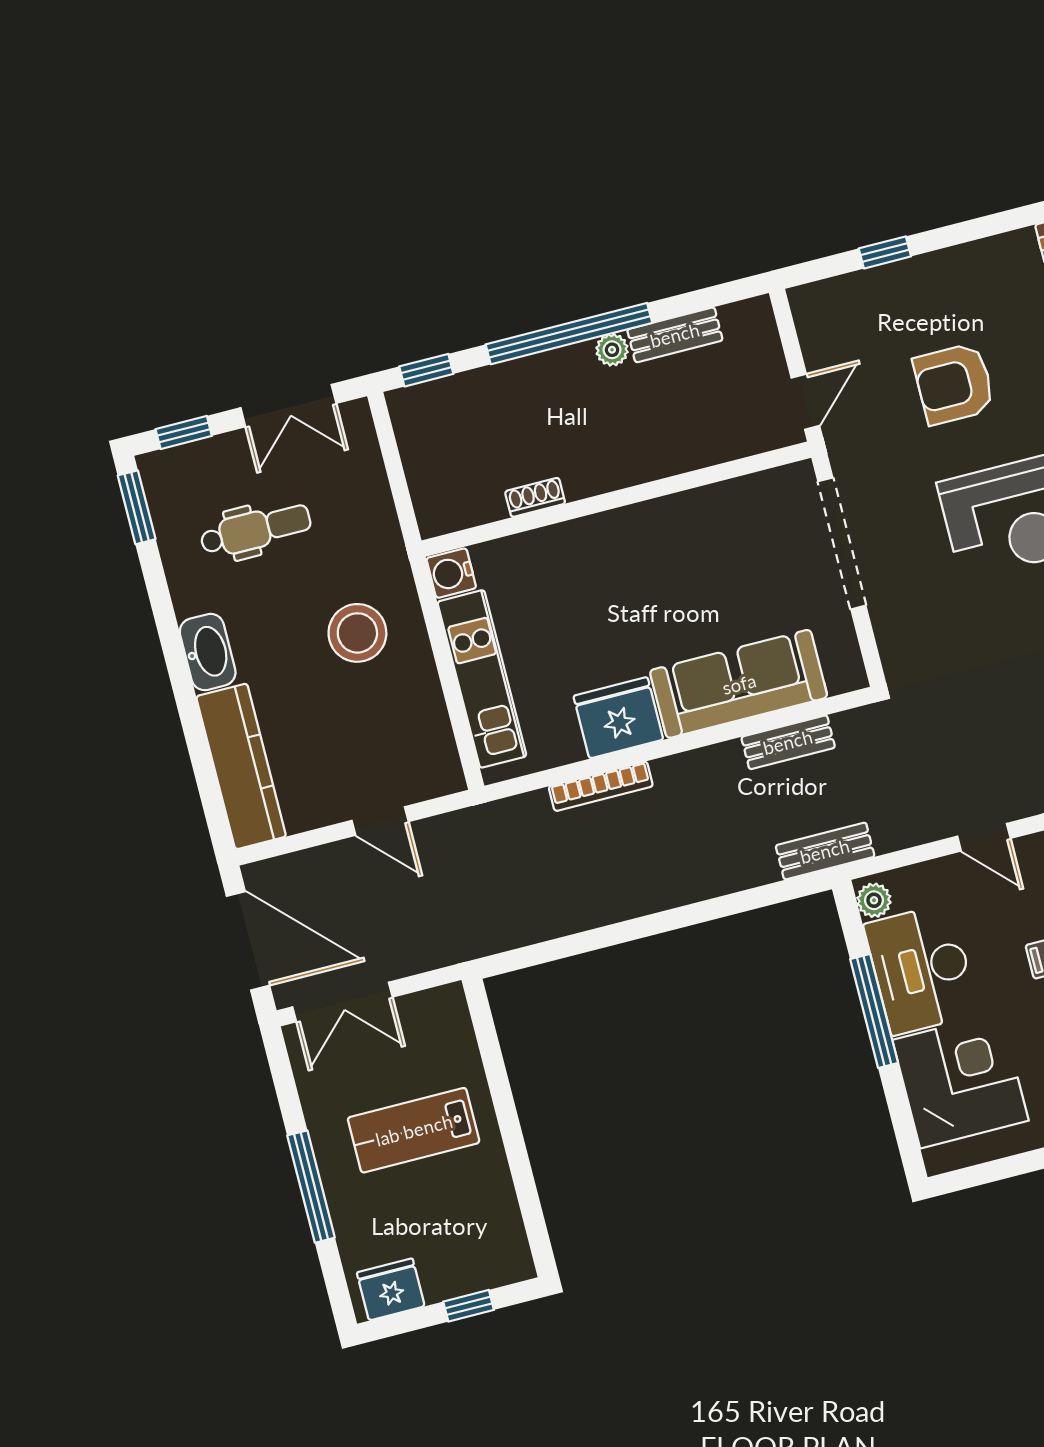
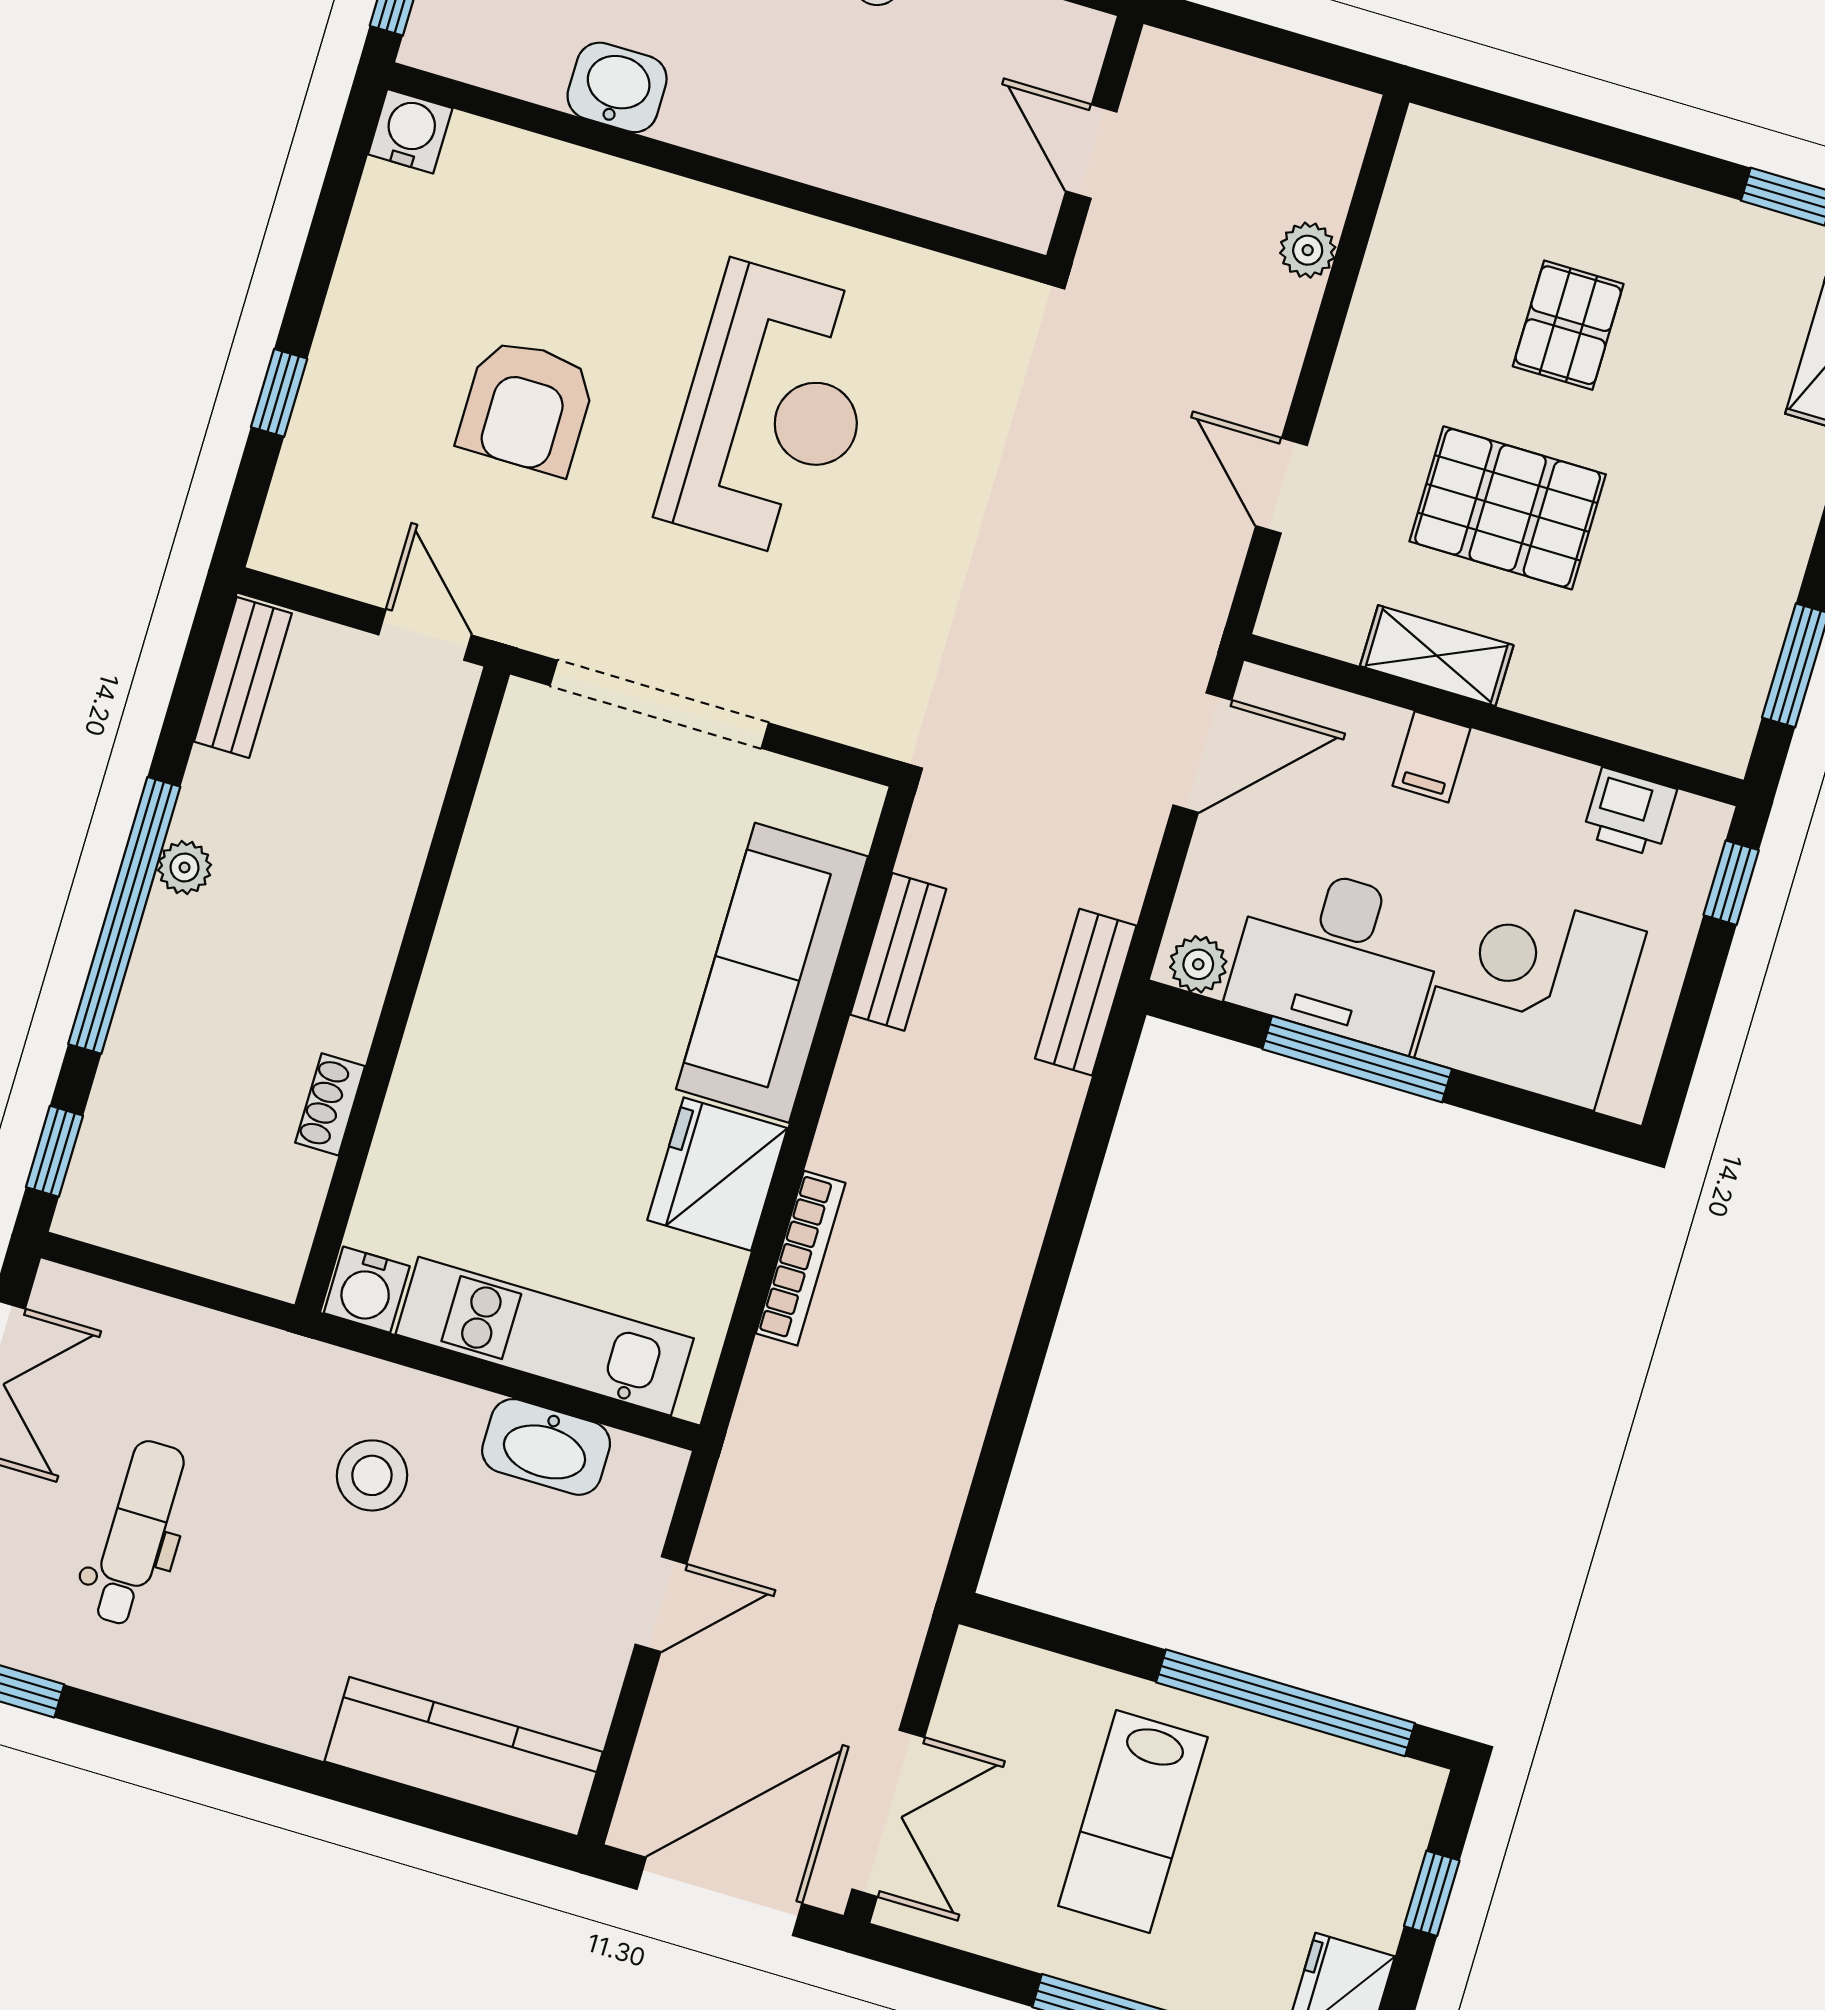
bench: (675, 335) -> (243, 677), moved
stool: (357, 633) -> (372, 1475), width x0.73, depth x0.73
washbasin: (208, 652) -> (546, 1447), moved, turned 180
door: (984, 837) -> (1202, 753), width x1.38
window: (521, 1172) -> (1285, 1703), added

